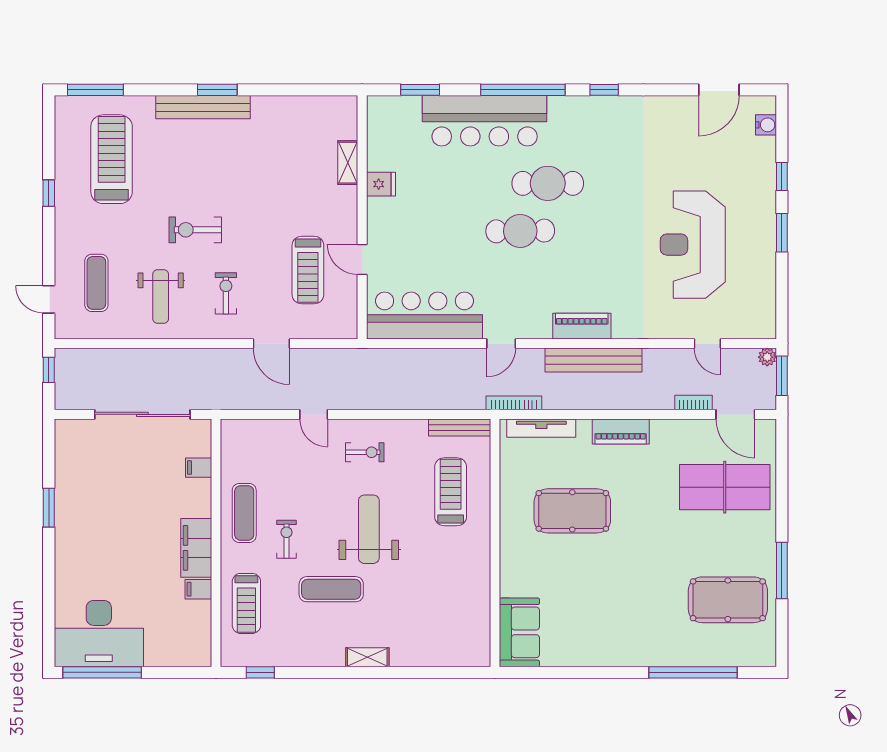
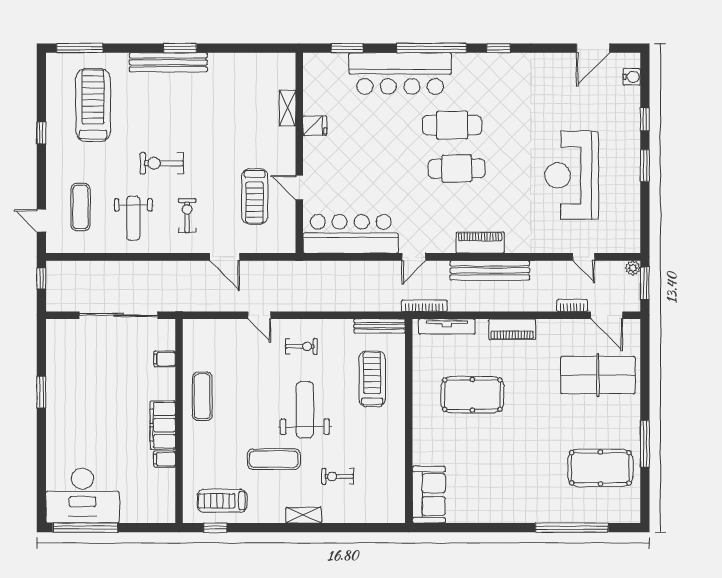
cafe table: (520, 231) -> (457, 168), moved
exercise bike: (286, 539) -> (338, 476), moved, turned -90
treadmill: (246, 603) -> (222, 501), moved, turned 90

